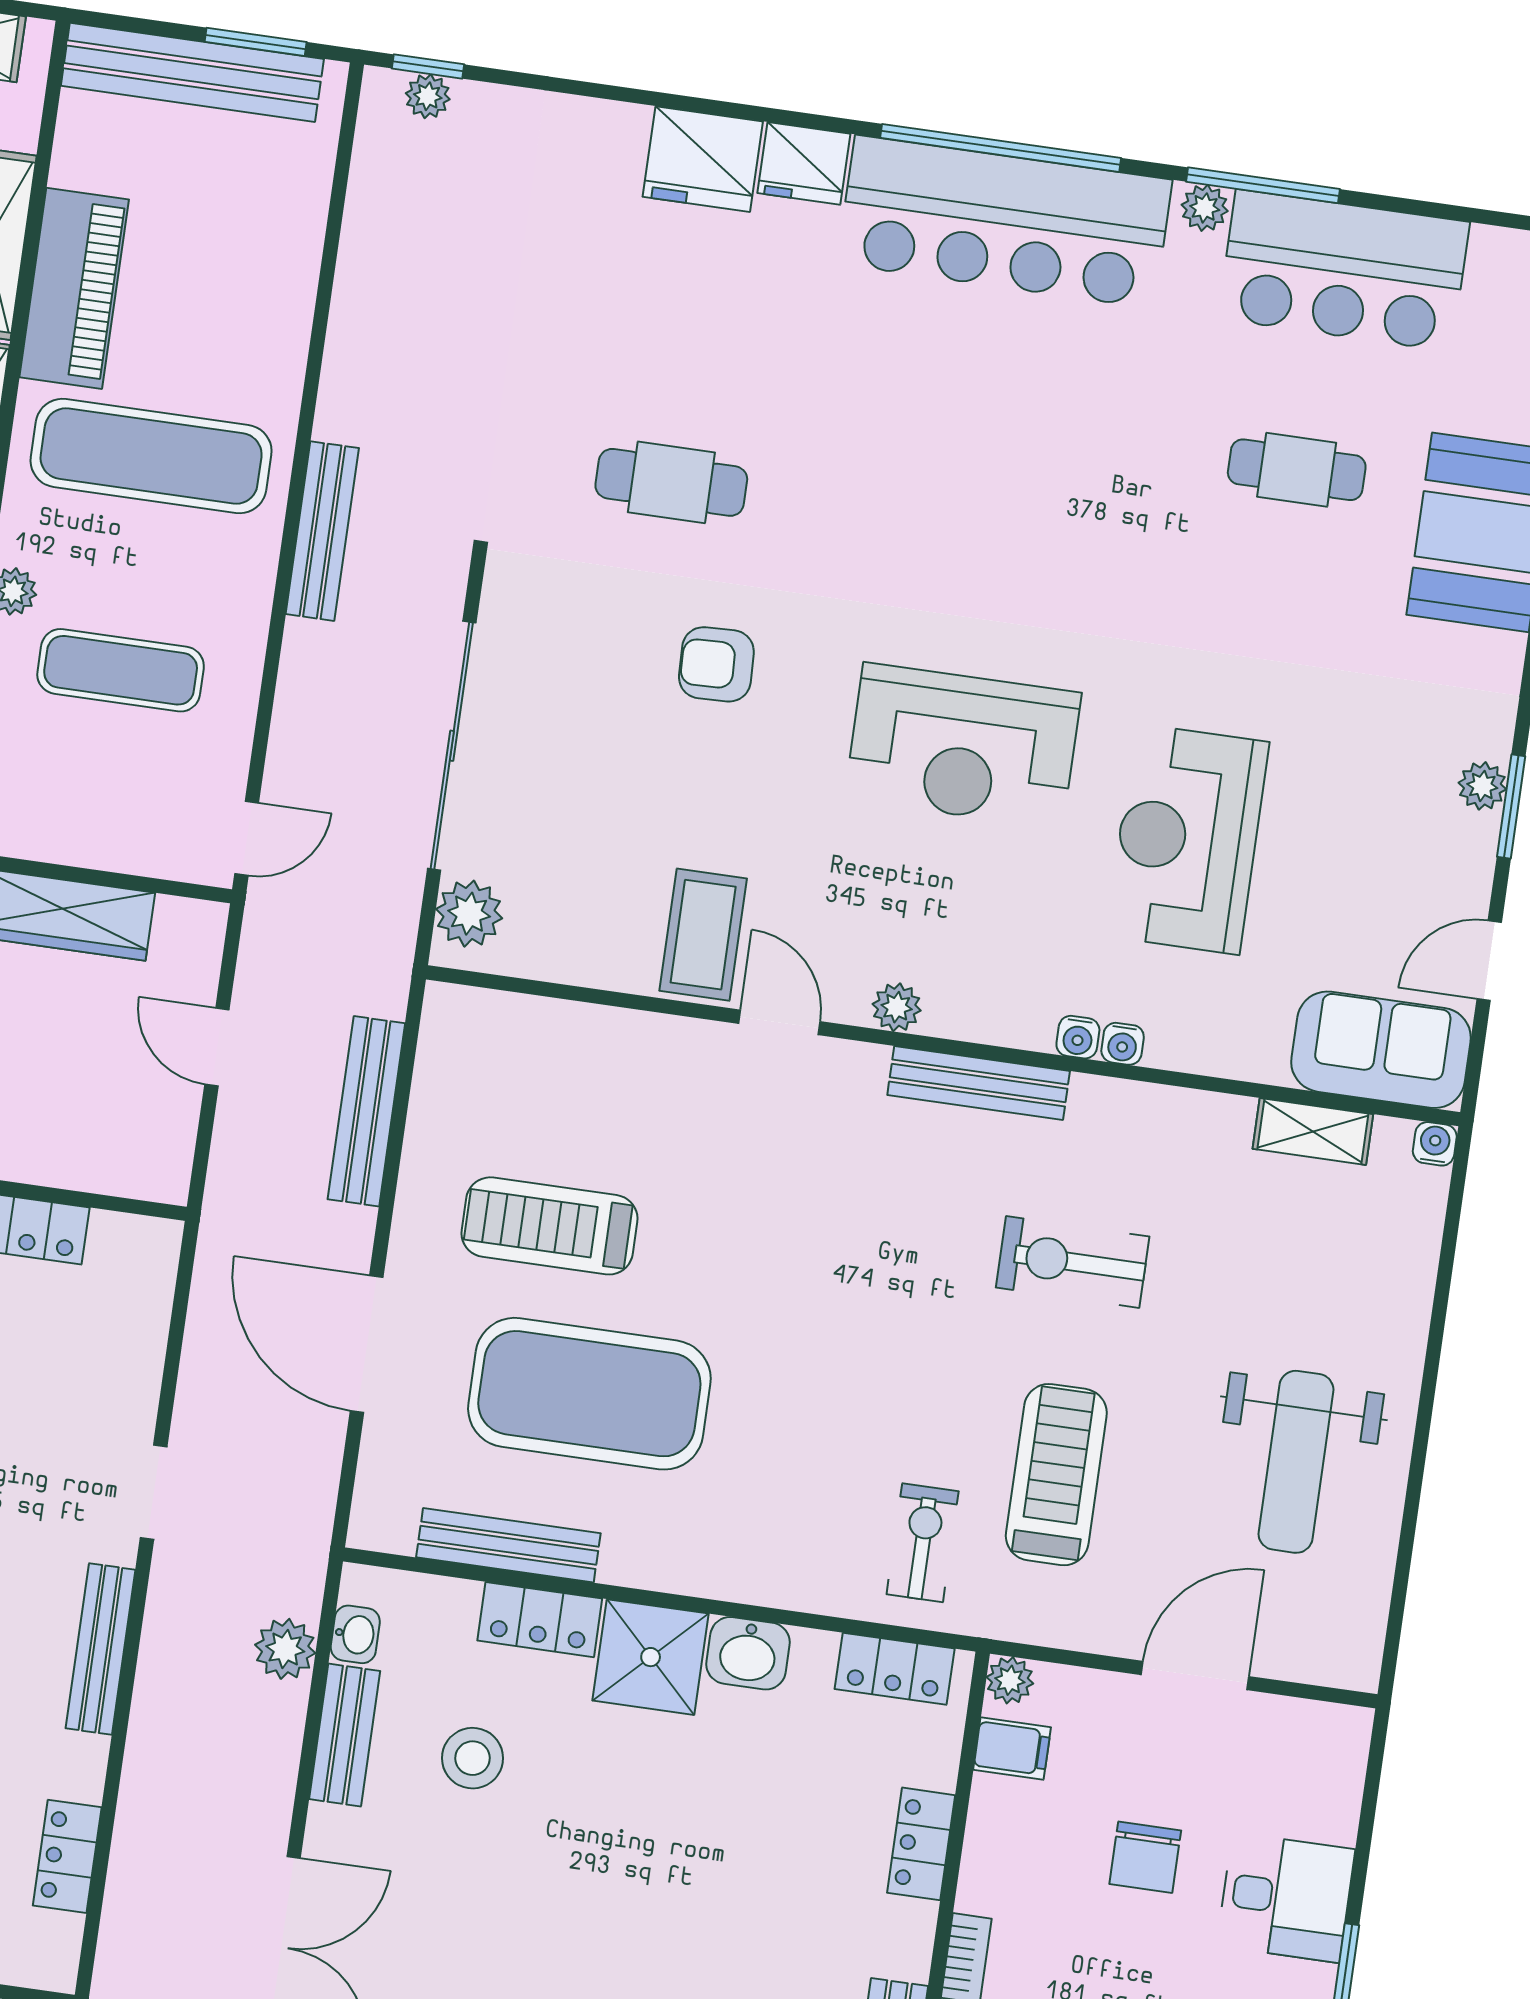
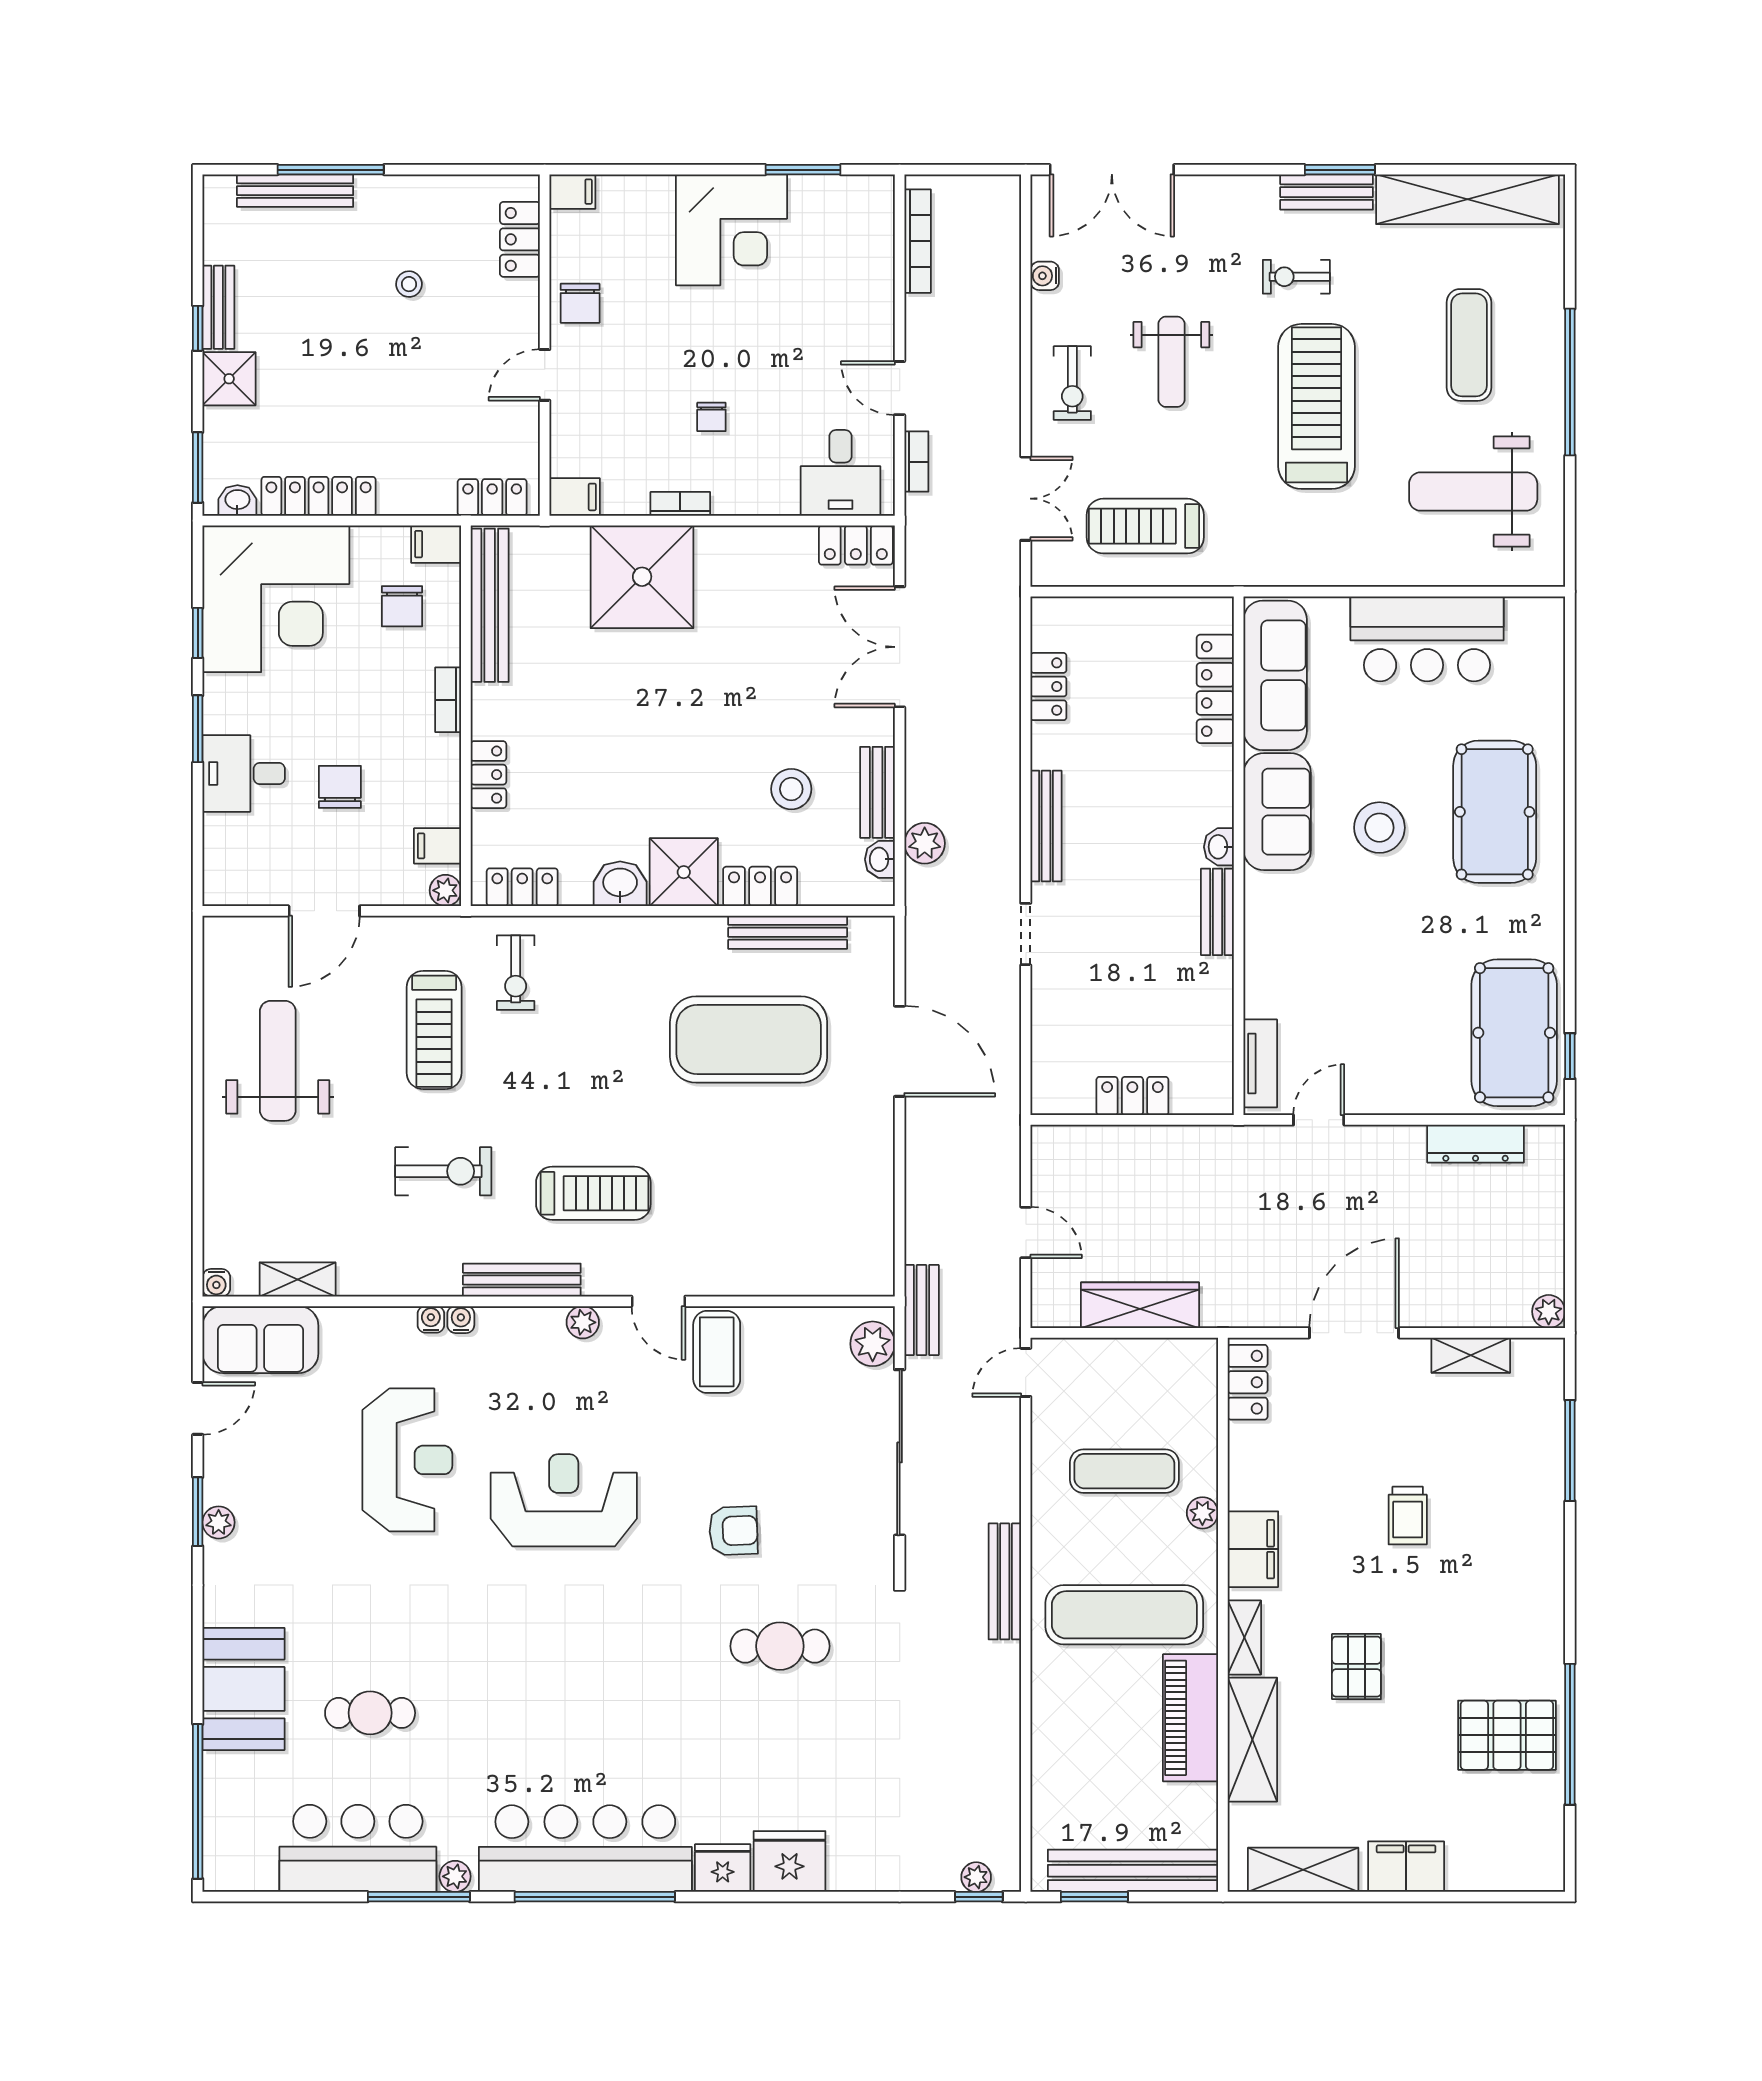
bench: (366, 1111) -> (922, 1310), moved, width x0.73
treadmill: (550, 1226) -> (593, 1193), moved

